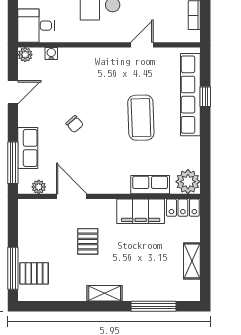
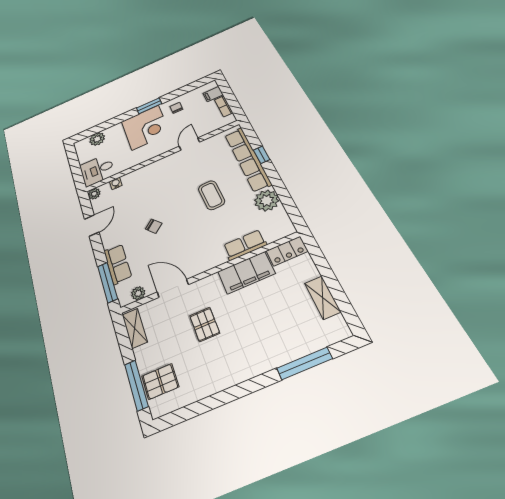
coffee table: (141, 118) -> (211, 195), width x0.73, depth x0.76
plant: (188, 182) -> (267, 201), moved
shelving: (105, 293) -> (135, 328), moved, turned 90

